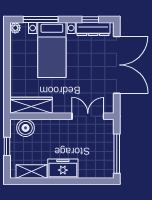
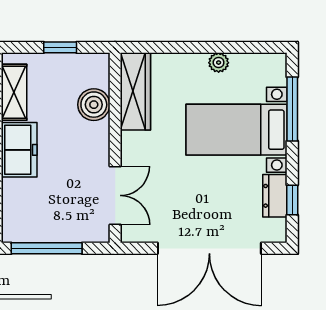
plant: (15, 28) -> (219, 63), moved
dresser: (93, 29) -> (275, 196), width x0.70
boiler: (26, 128) -> (94, 105), moved

